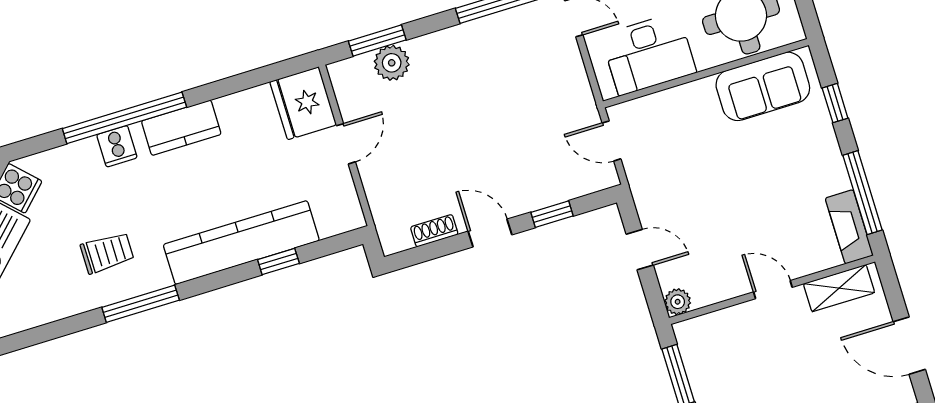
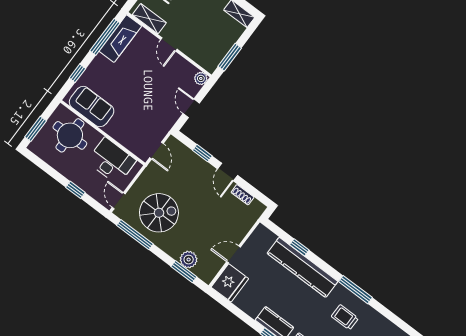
spiral stairs: (505, 70) -> (159, 213), added
fireplace: (849, 227) -> (120, 39), width x1.37, depth x1.32

